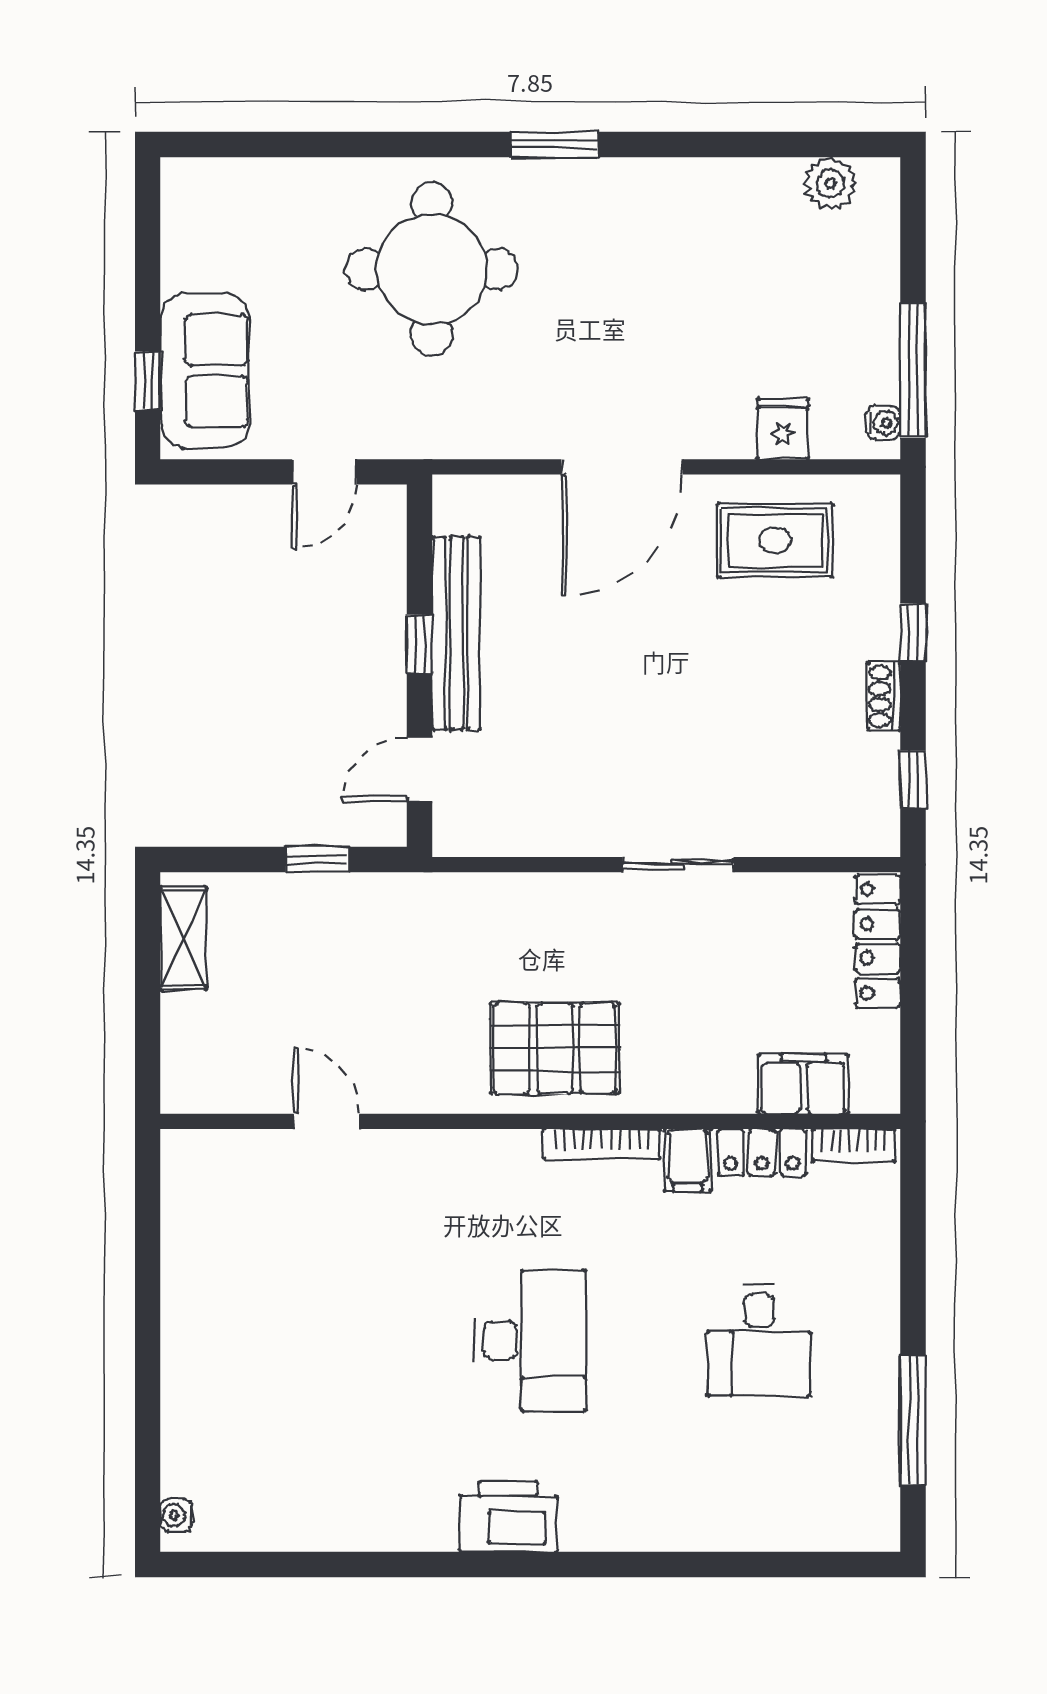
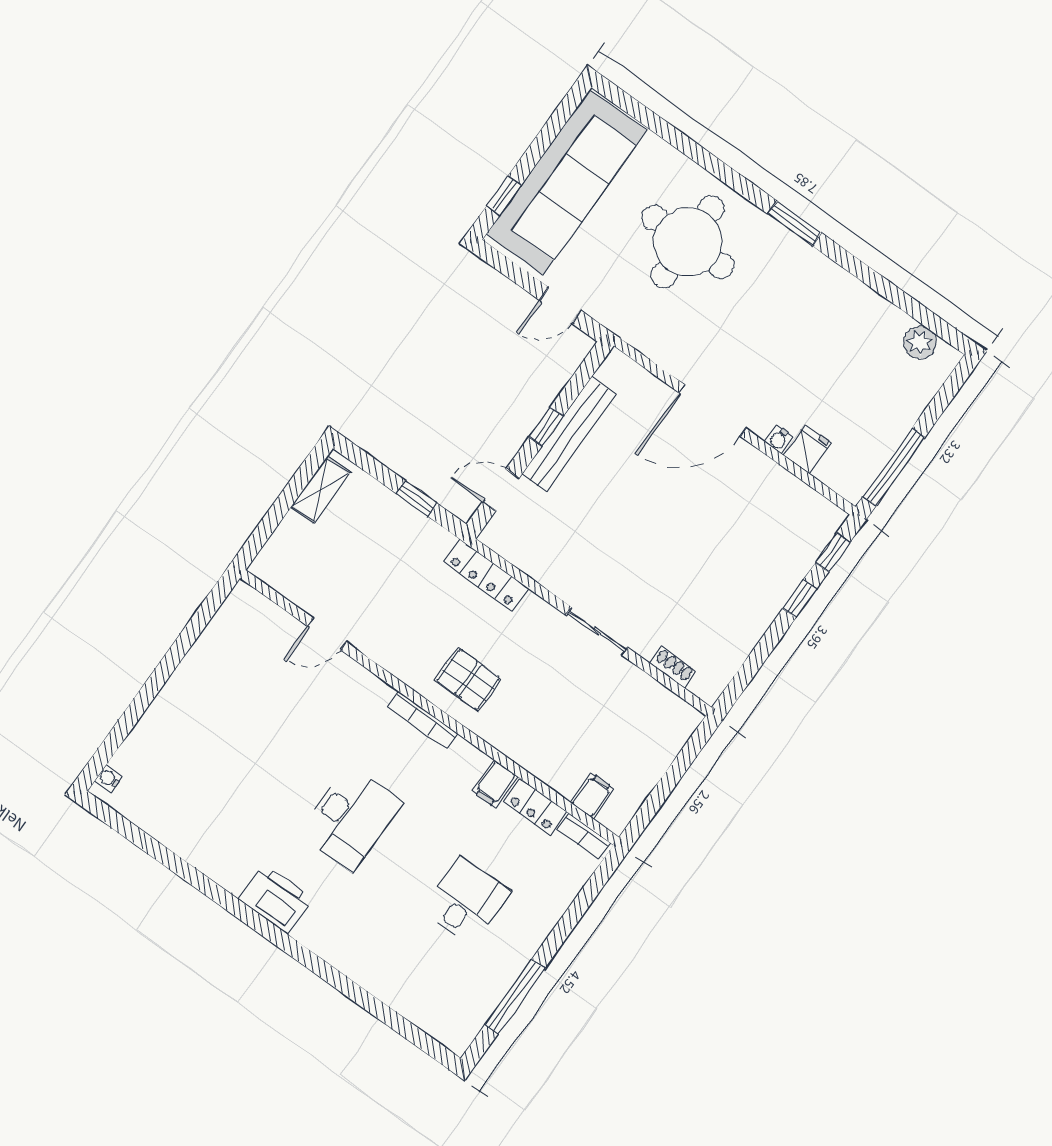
sofa: (205, 371) -> (566, 182), width x1.85, depth x1.27
water cooler: (883, 423) -> (779, 439), moved, turned 90
rug: (775, 540) -> (763, 503), removed
shoe rack: (884, 696) -> (673, 667), moved, turned 90
window: (913, 780) -> (832, 553), moved
locker: (878, 941) -> (486, 575), moved, turned -90
pallet: (555, 1048) -> (468, 680), width x0.67, depth x0.71
filing cabinet: (803, 1084) -> (592, 795), width x0.50
door: (327, 1121) -> (327, 634), swing flipped
bookcase: (602, 1144) -> (423, 720), moved
desk: (759, 1340) -> (466, 901), turned 180

